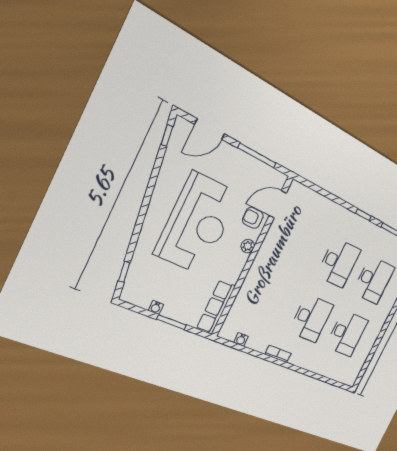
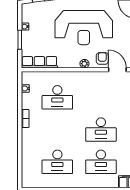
desk: (311, 318) -> (57, 97), moved

